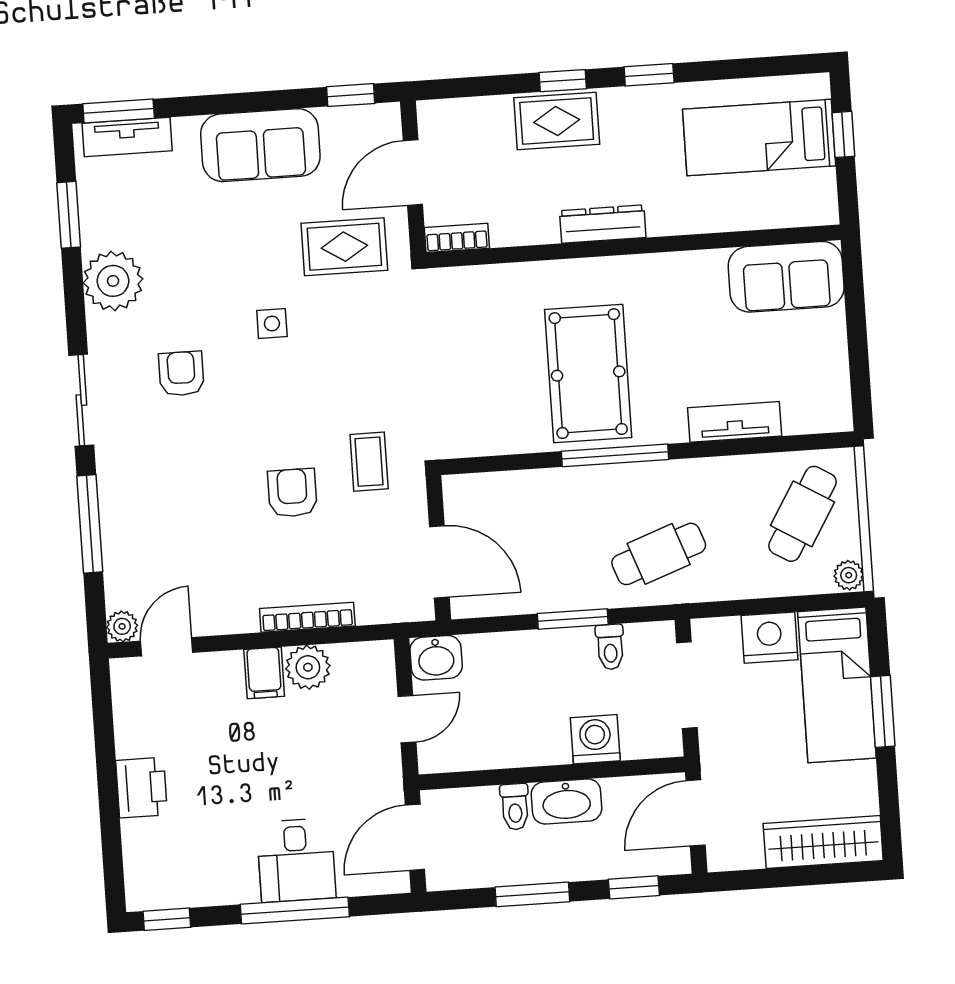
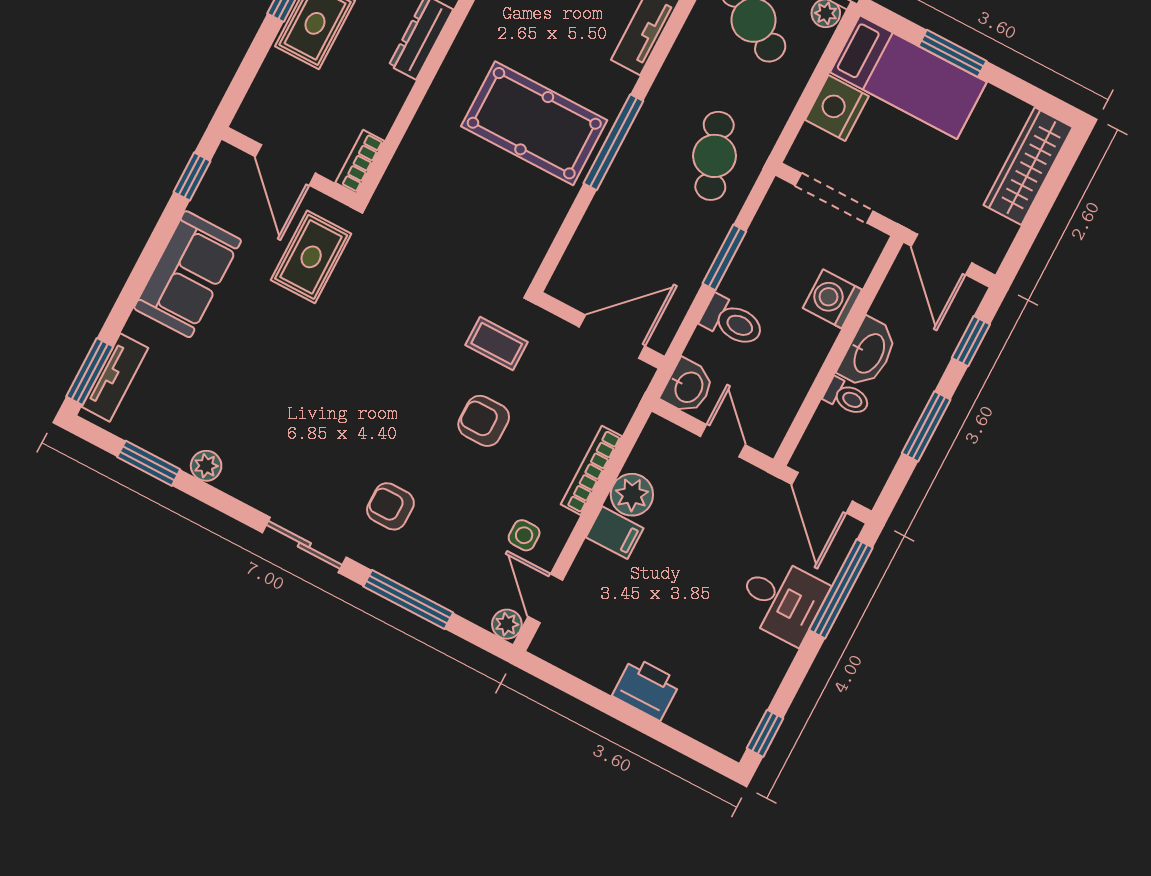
plant: (113, 281) -> (206, 466), width x0.53, depth x0.53
side table: (272, 323) -> (524, 535), moved
armchair: (181, 374) -> (390, 506), moved
toilet: (610, 647) -> (732, 321), moved, width x1.37, depth x1.39
window: (295, 910) -> (841, 589), moved

